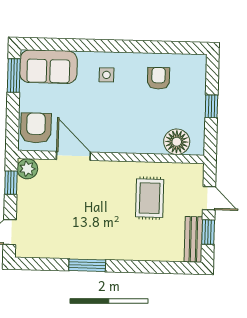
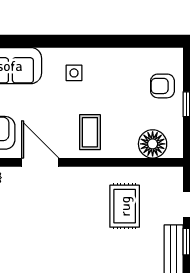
armchair: (158, 78) -> (162, 86), moved, turned -90
coffee table: (120, 130) -> (90, 132), added

